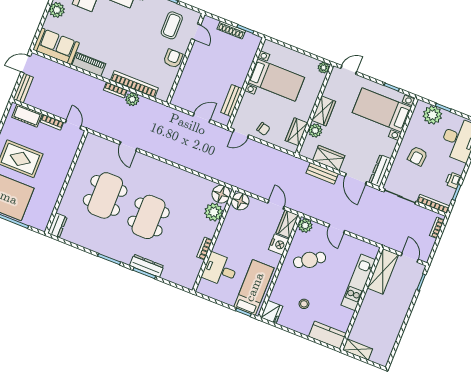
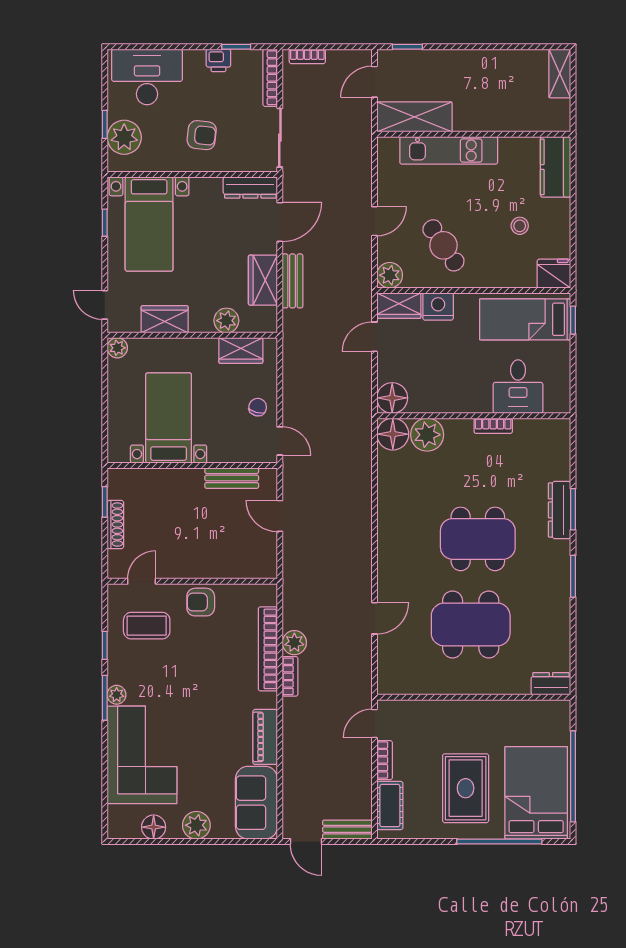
wardrobe: (324, 111) -> (165, 319), moved
shelving: (358, 349) -> (560, 74), moved

